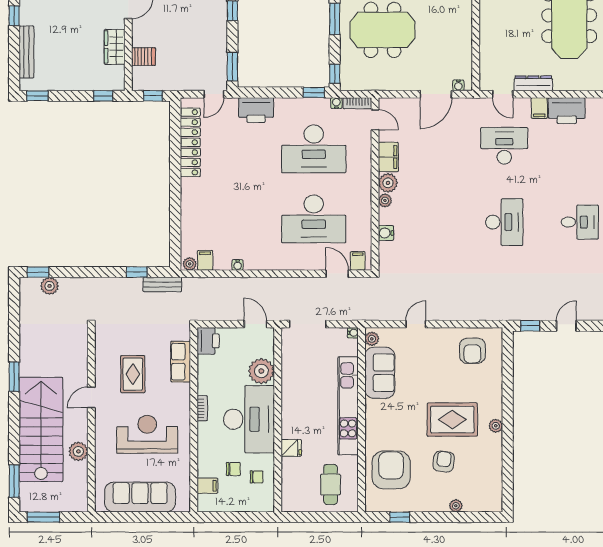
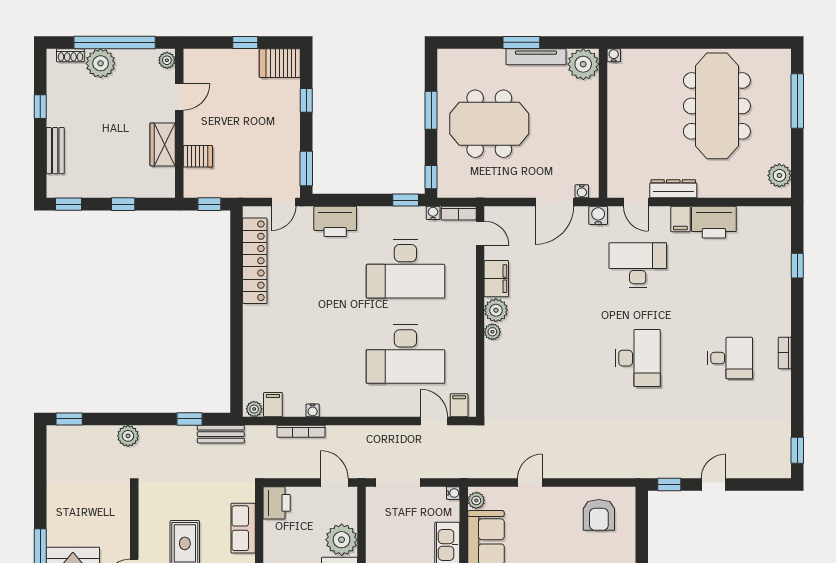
bench: (26, 52) -> (55, 151), width x0.73
window: (103, 96) -> (123, 204), moved
water cooler: (386, 233) -> (598, 215), moved, turned 90
bookcase: (228, 282) -> (301, 431), added
plant: (50, 286) -> (128, 436), moved

